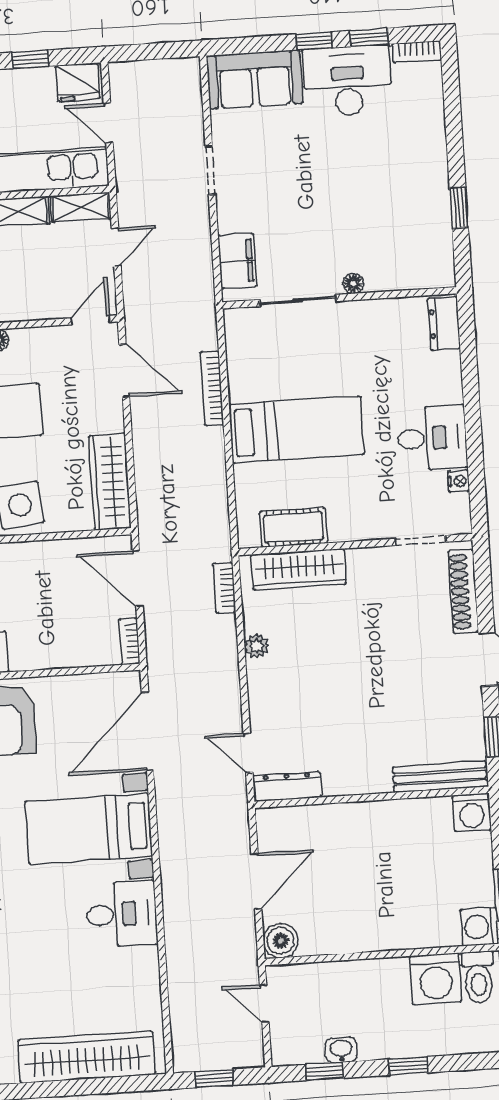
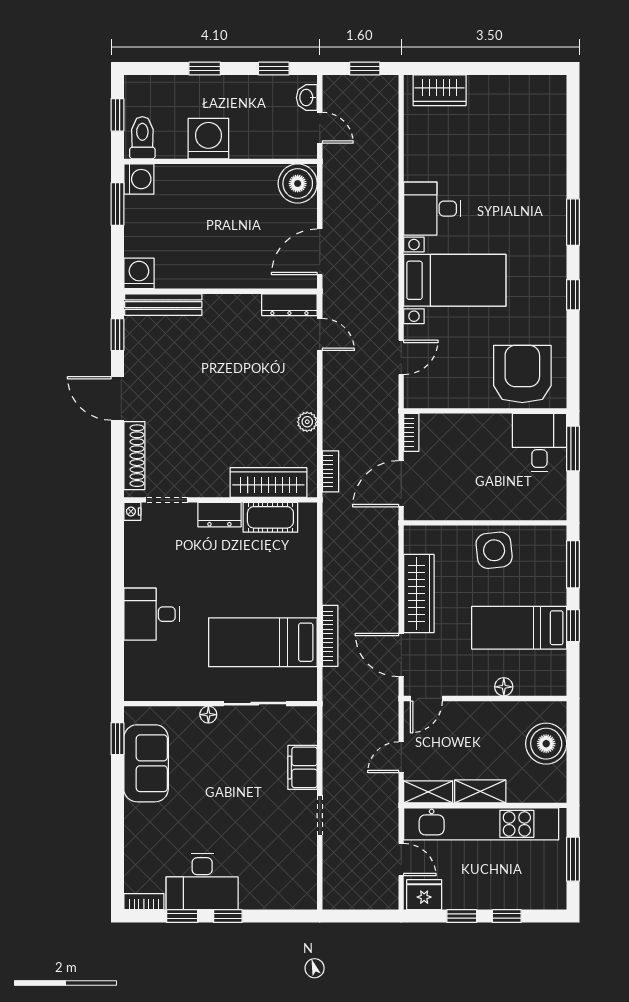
sofa: (254, 80) -> (146, 763), moved, turned 90
window: (459, 207) -> (117, 739), moved
filing cabinet: (237, 261) -> (302, 767), moved
dresser: (444, 323) -> (219, 515), moved, turned 90
bed: (296, 429) -> (263, 642), moved
desk: (432, 438) -> (152, 614), moved
nightstand: (459, 481) -> (132, 511), moved
wardrobe: (110, 482) -> (419, 594), moved
door: (138, 578) -> (401, 484), swing flipped
door: (148, 731) -> (401, 357), width x0.53
door: (256, 881) -> (320, 252), moved
boiler: (281, 941) -> (298, 184), width x1.37, depth x1.37
washing machine: (436, 979) -> (208, 139), moved
washbasin: (341, 1050) -> (307, 98), moved, turned 90
wardrobe: (86, 1057) -> (440, 90), width x0.48, depth x0.85

